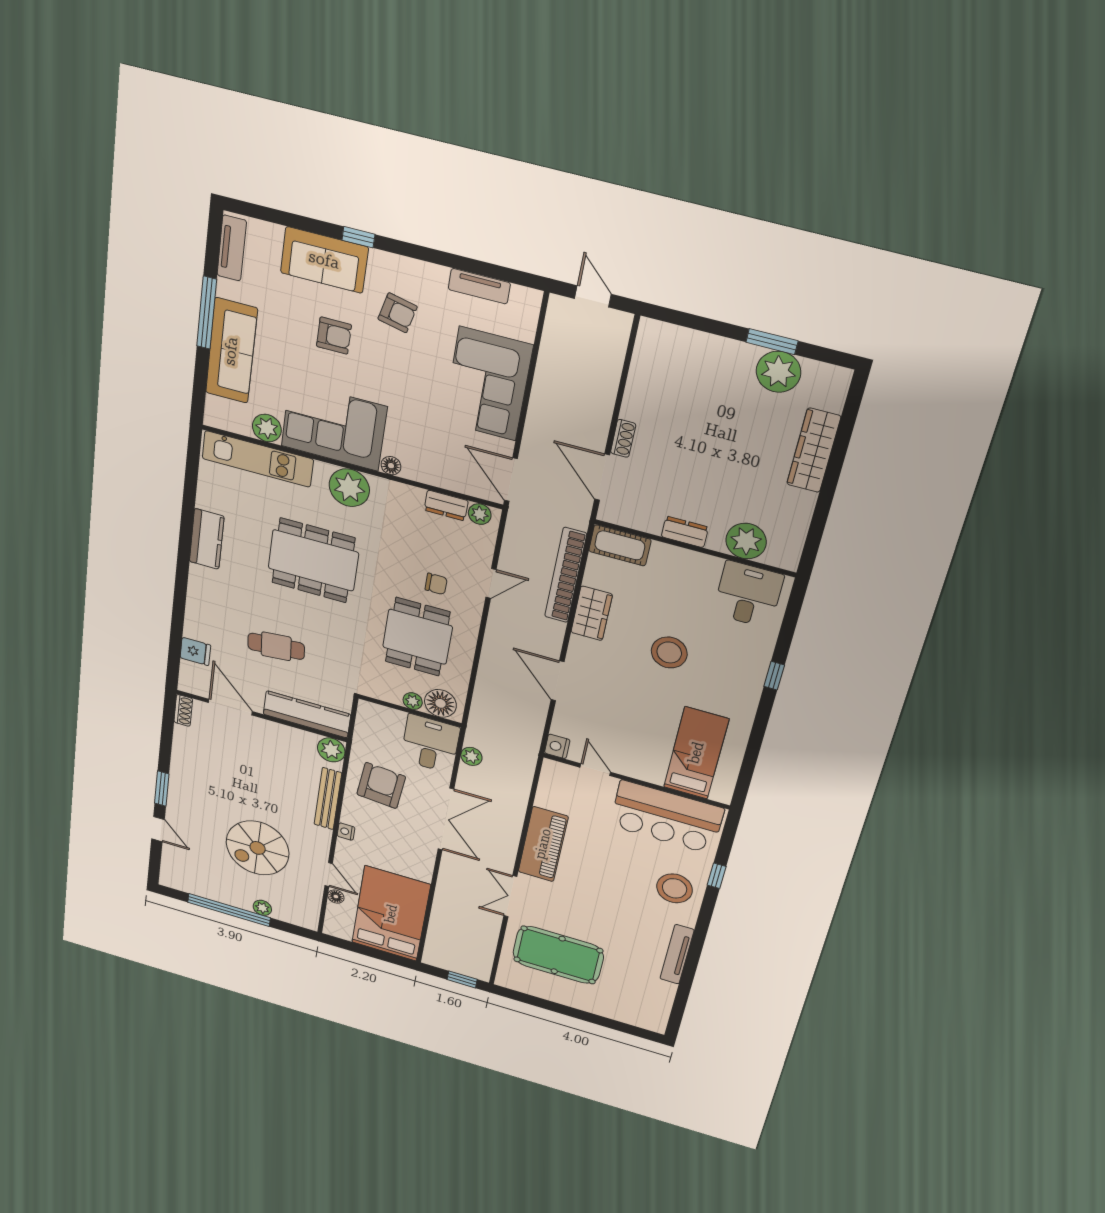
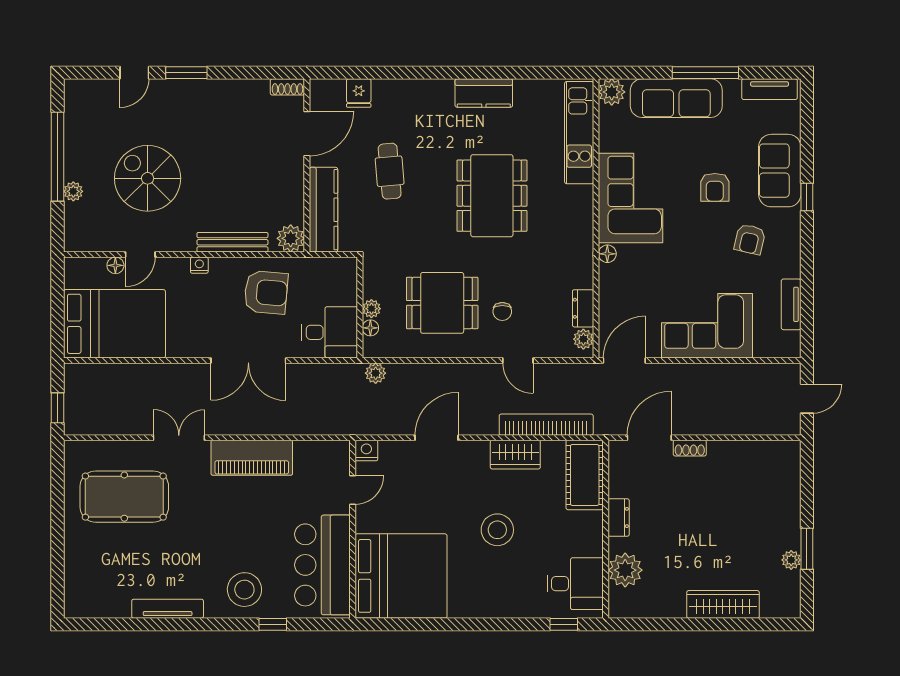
plant: (778, 372) -> (791, 560), width x0.53, depth x0.53
plant: (267, 428) -> (612, 92), moved
plant: (349, 488) -> (575, 219), removed
cot: (620, 545) -> (585, 475), width x1.37, depth x1.34
window: (774, 676) -> (564, 624), moved
floor lamp: (440, 703) -> (370, 328), width x0.53, depth x0.53
bed: (696, 753) -> (401, 576), width x2.04
plant: (471, 756) -> (376, 373), moved
pool table: (558, 955) -> (124, 497), turned 90

